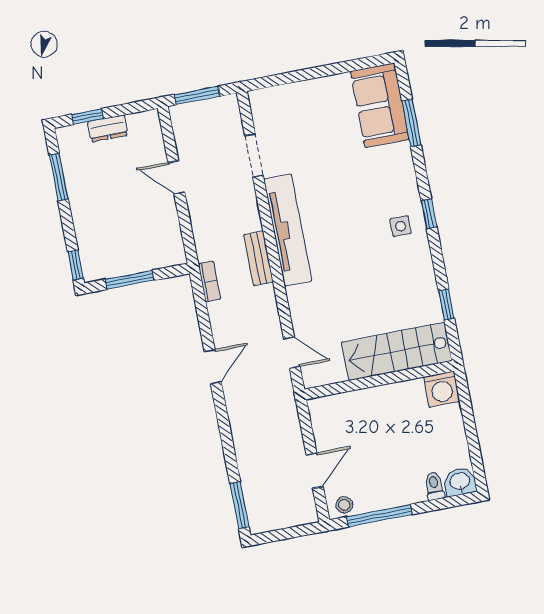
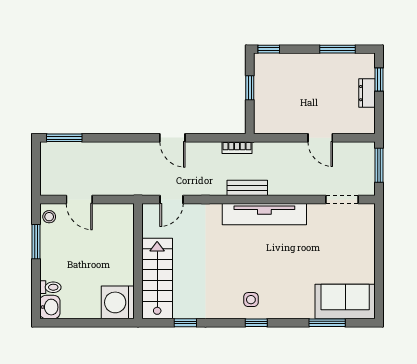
doorway: (254, 156) -> (342, 199), moved
door: (176, 177) -> (320, 138), swing flipped
window: (130, 280) -> (250, 88), width x0.67
washing machine: (442, 389) -> (118, 302), width x1.37, depth x1.37
window: (379, 516) -> (36, 242), width x0.69

